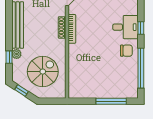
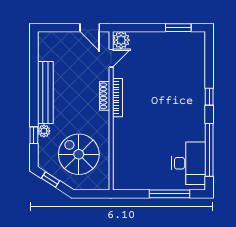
desk: (125, 27) -> (189, 163), moved, width x1.37
chair: (126, 51) -> (190, 127), removed
spiral stairs: (43, 72) -> (79, 154), turned -90

